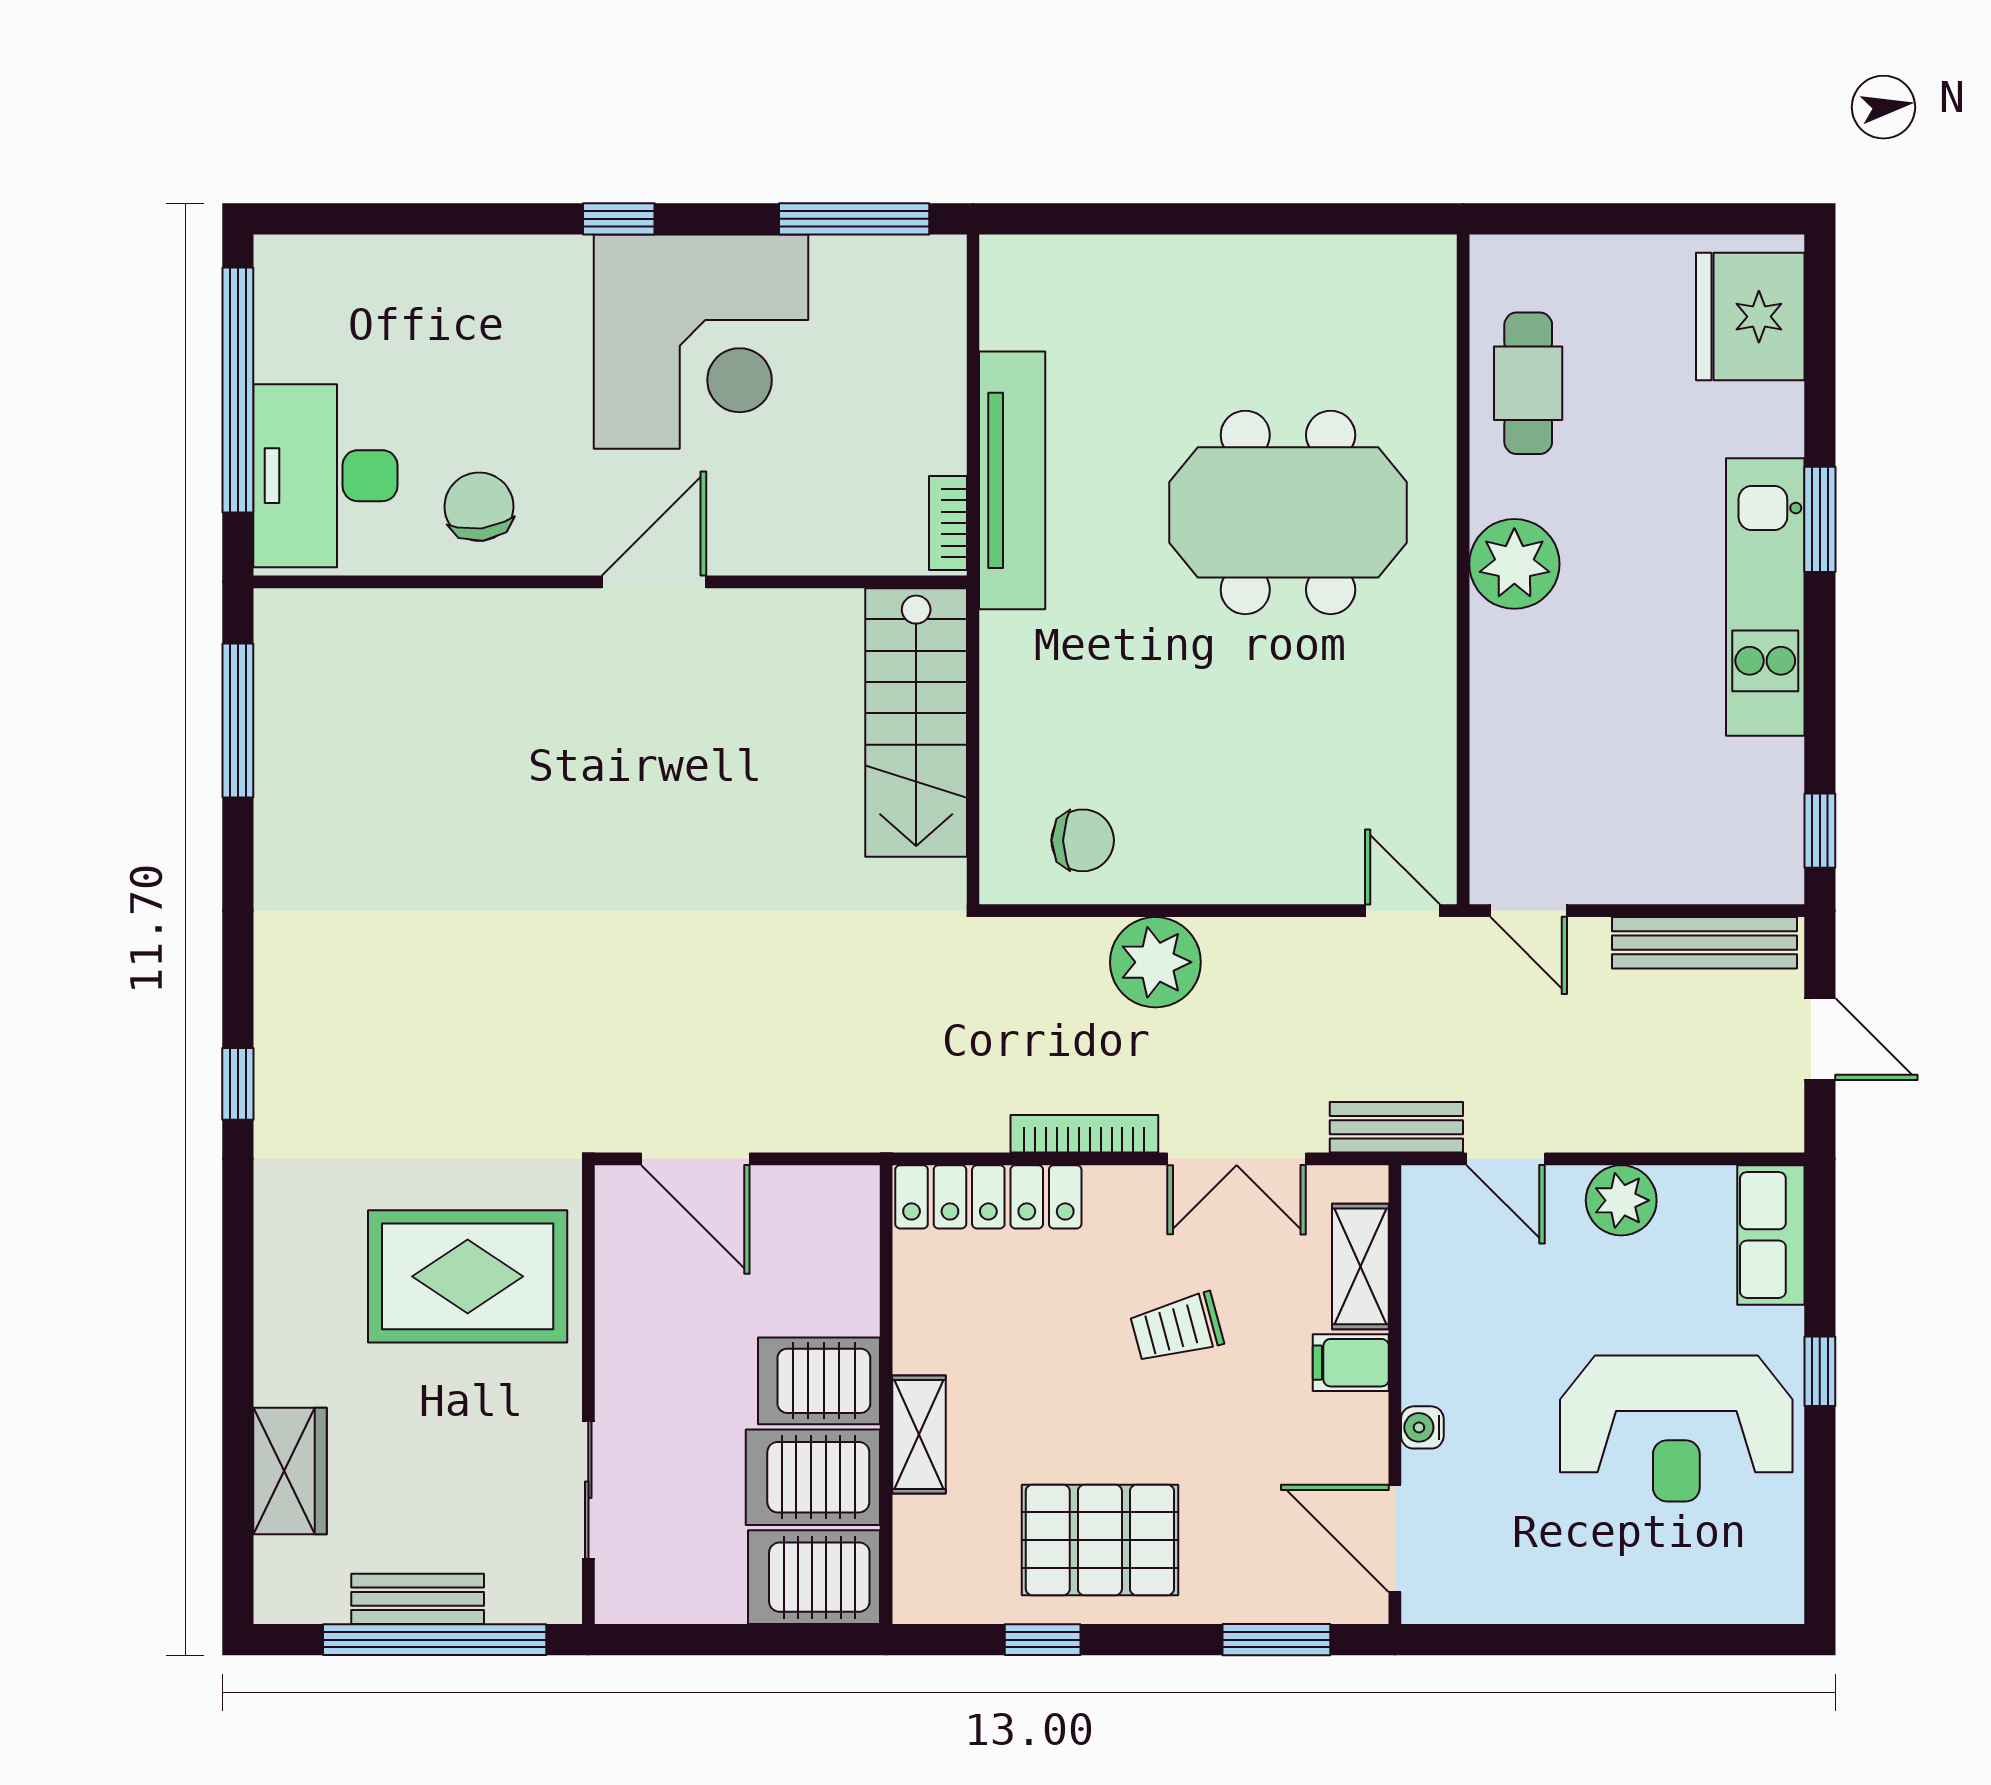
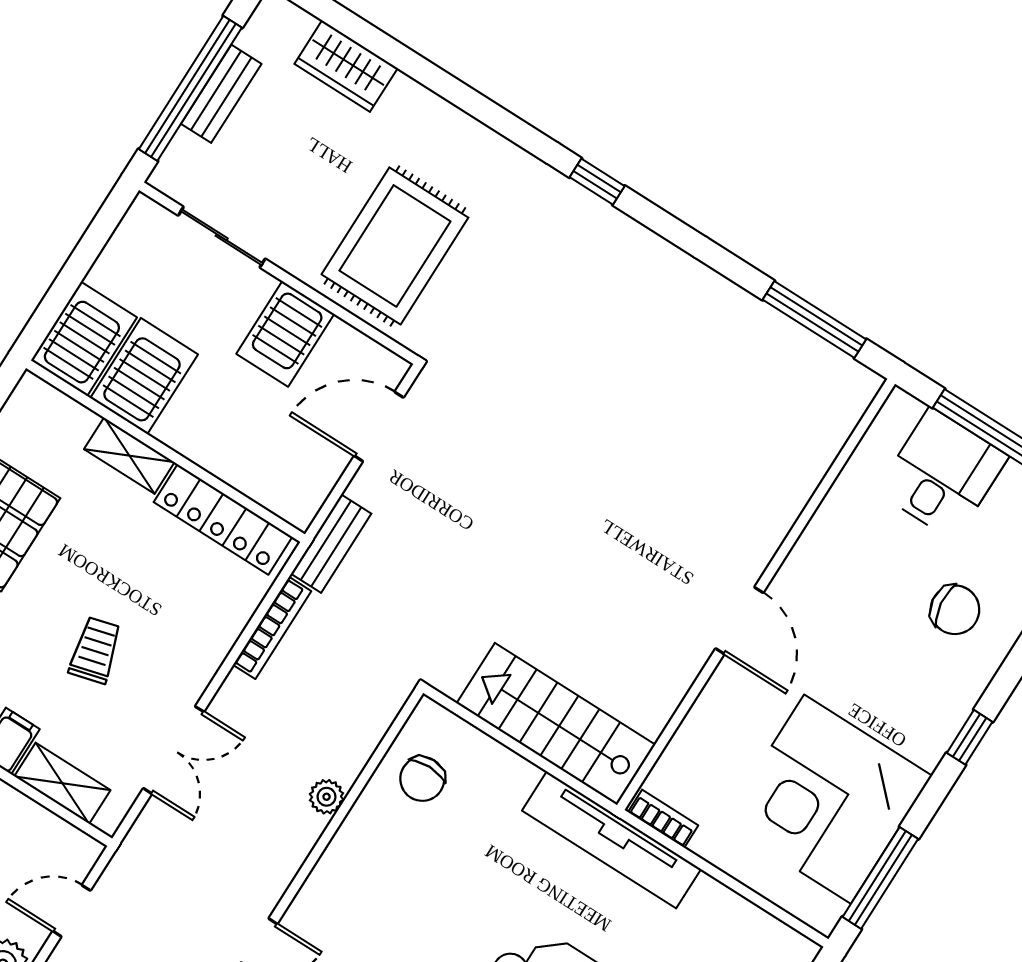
corner desk: (701, 342) -> (828, 799), moved
desk: (325, 476) -> (942, 474), width x0.73
tv unit: (1012, 480) -> (611, 840), moved
chair: (479, 507) -> (955, 610), moved
plant: (1155, 962) -> (327, 797), width x0.53, depth x0.53
bench: (1396, 1127) -> (331, 544), moved
bookcase: (1084, 1134) -> (272, 628), moved
double door: (1237, 1159) -> (174, 750), swing flipped
locker: (988, 1197) -> (223, 519), moved, turned -90
server rack: (819, 1381) -> (285, 334), moved, turned 180

